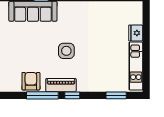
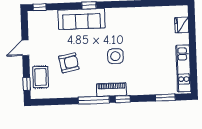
fridge: (136, 33) -> (182, 25), moved
armchair: (31, 81) -> (69, 63), moved, turned 79

